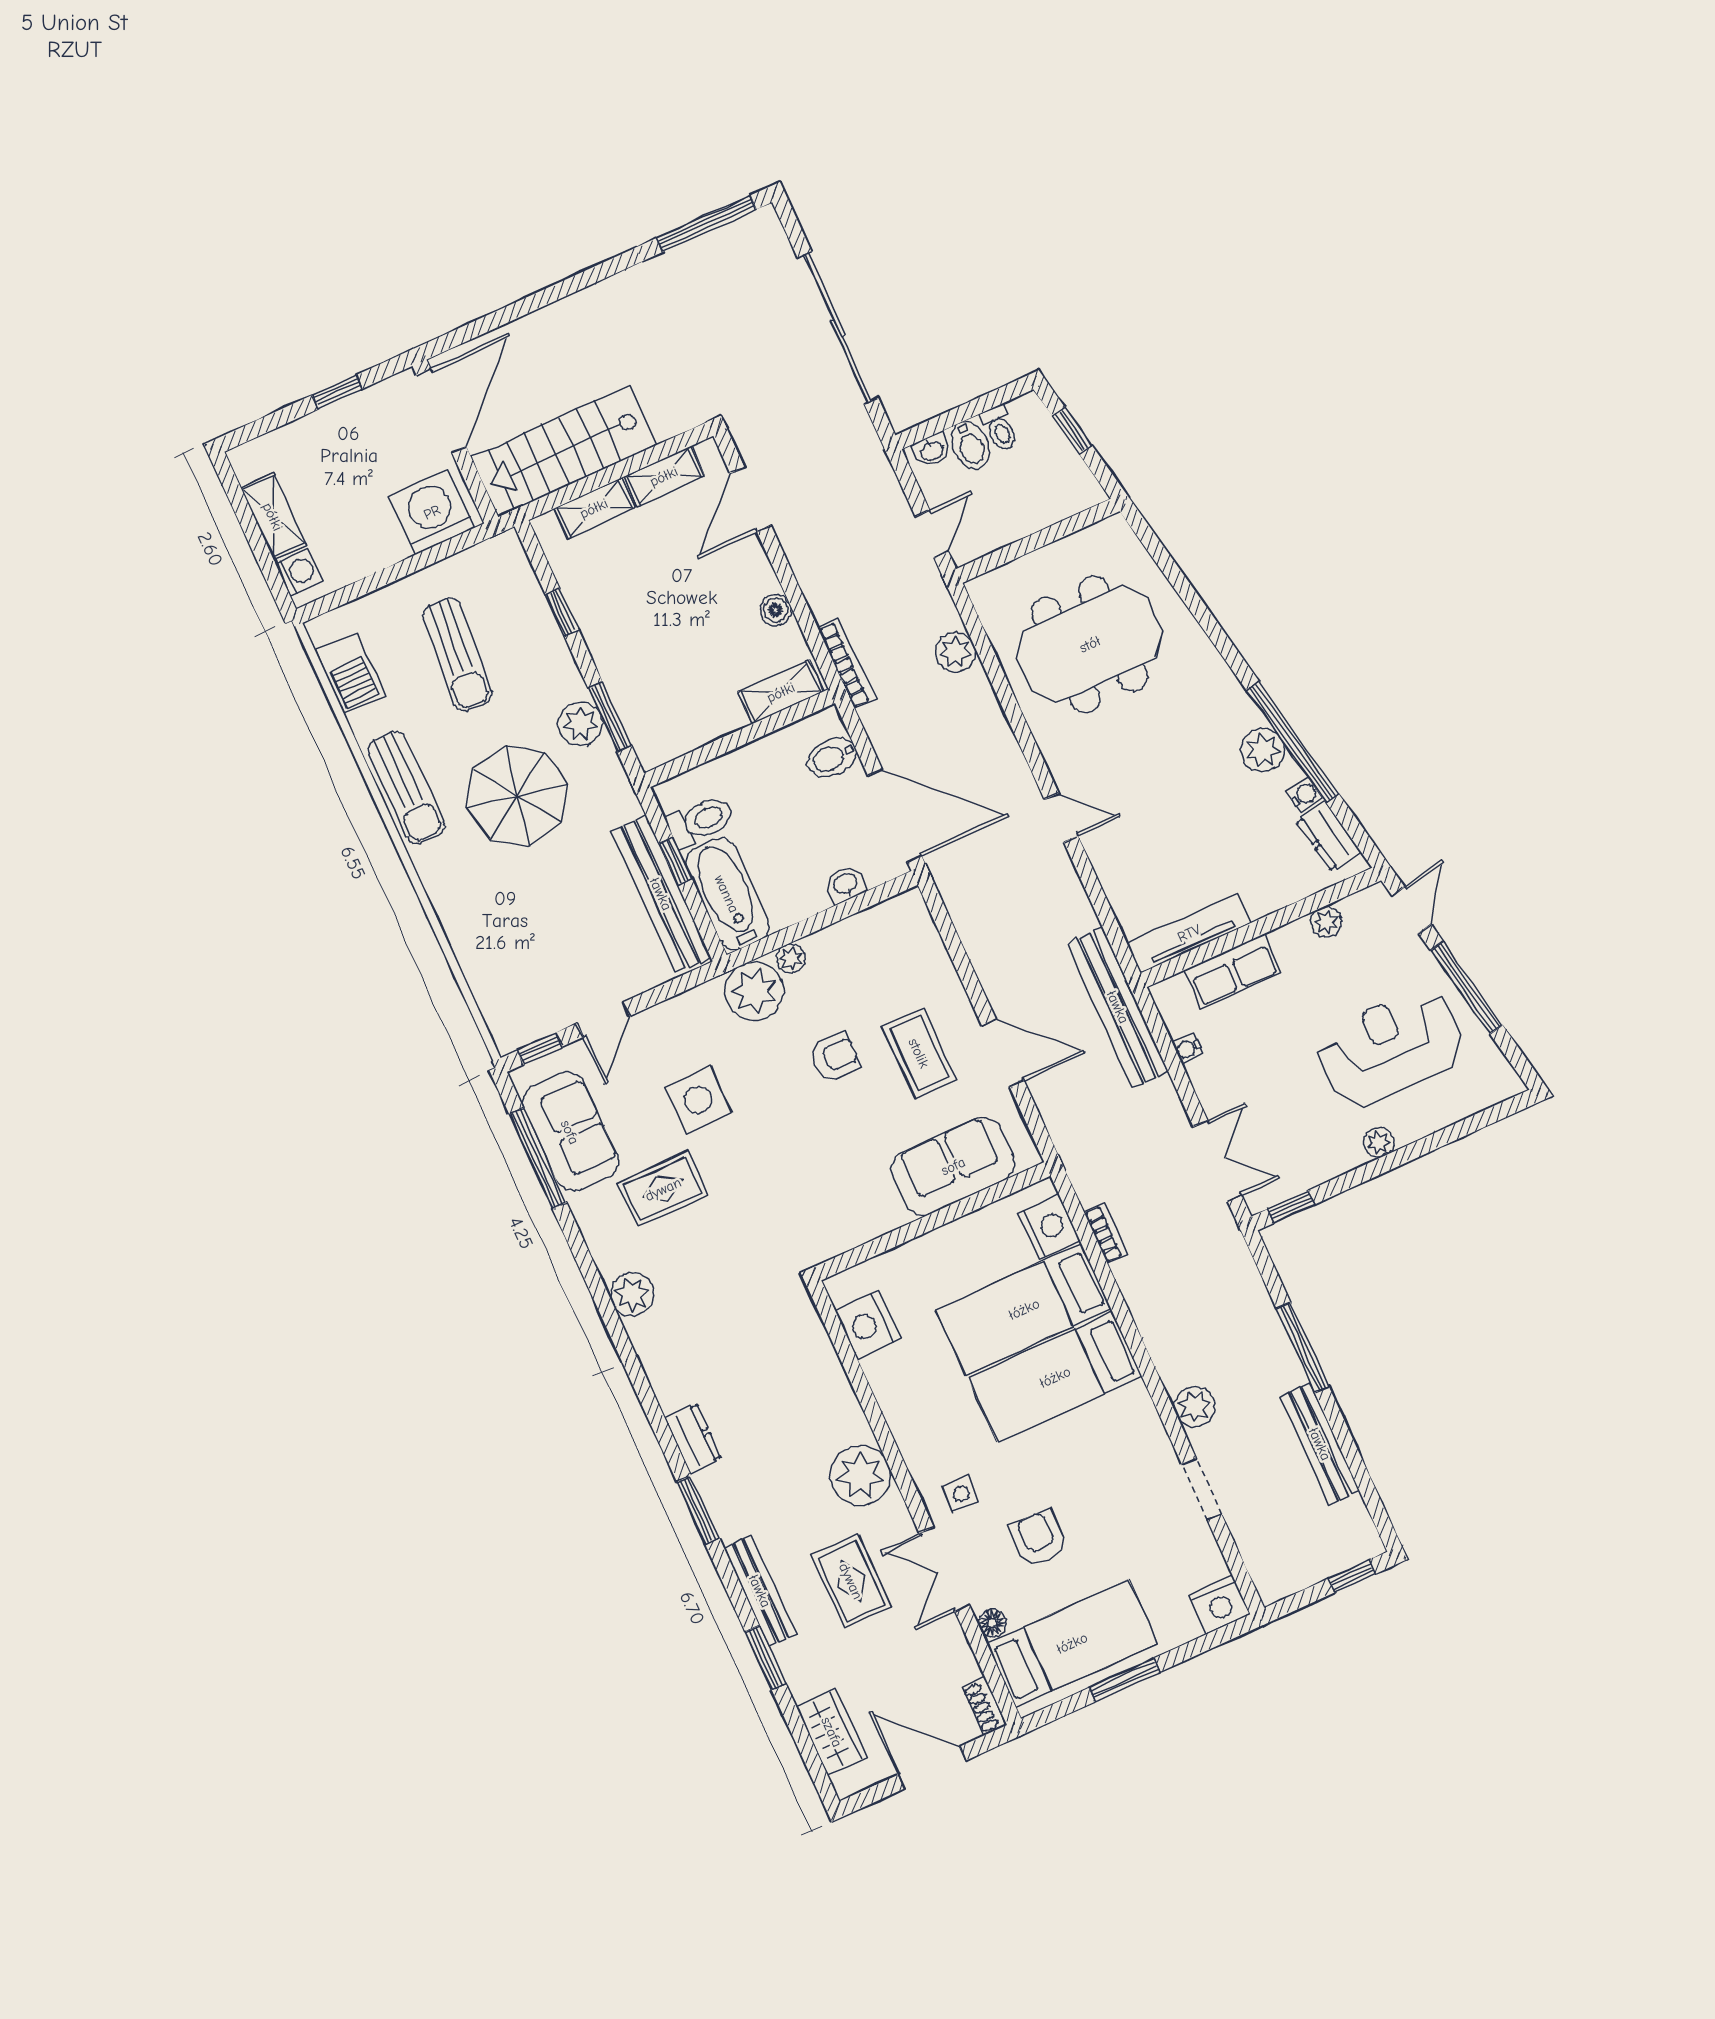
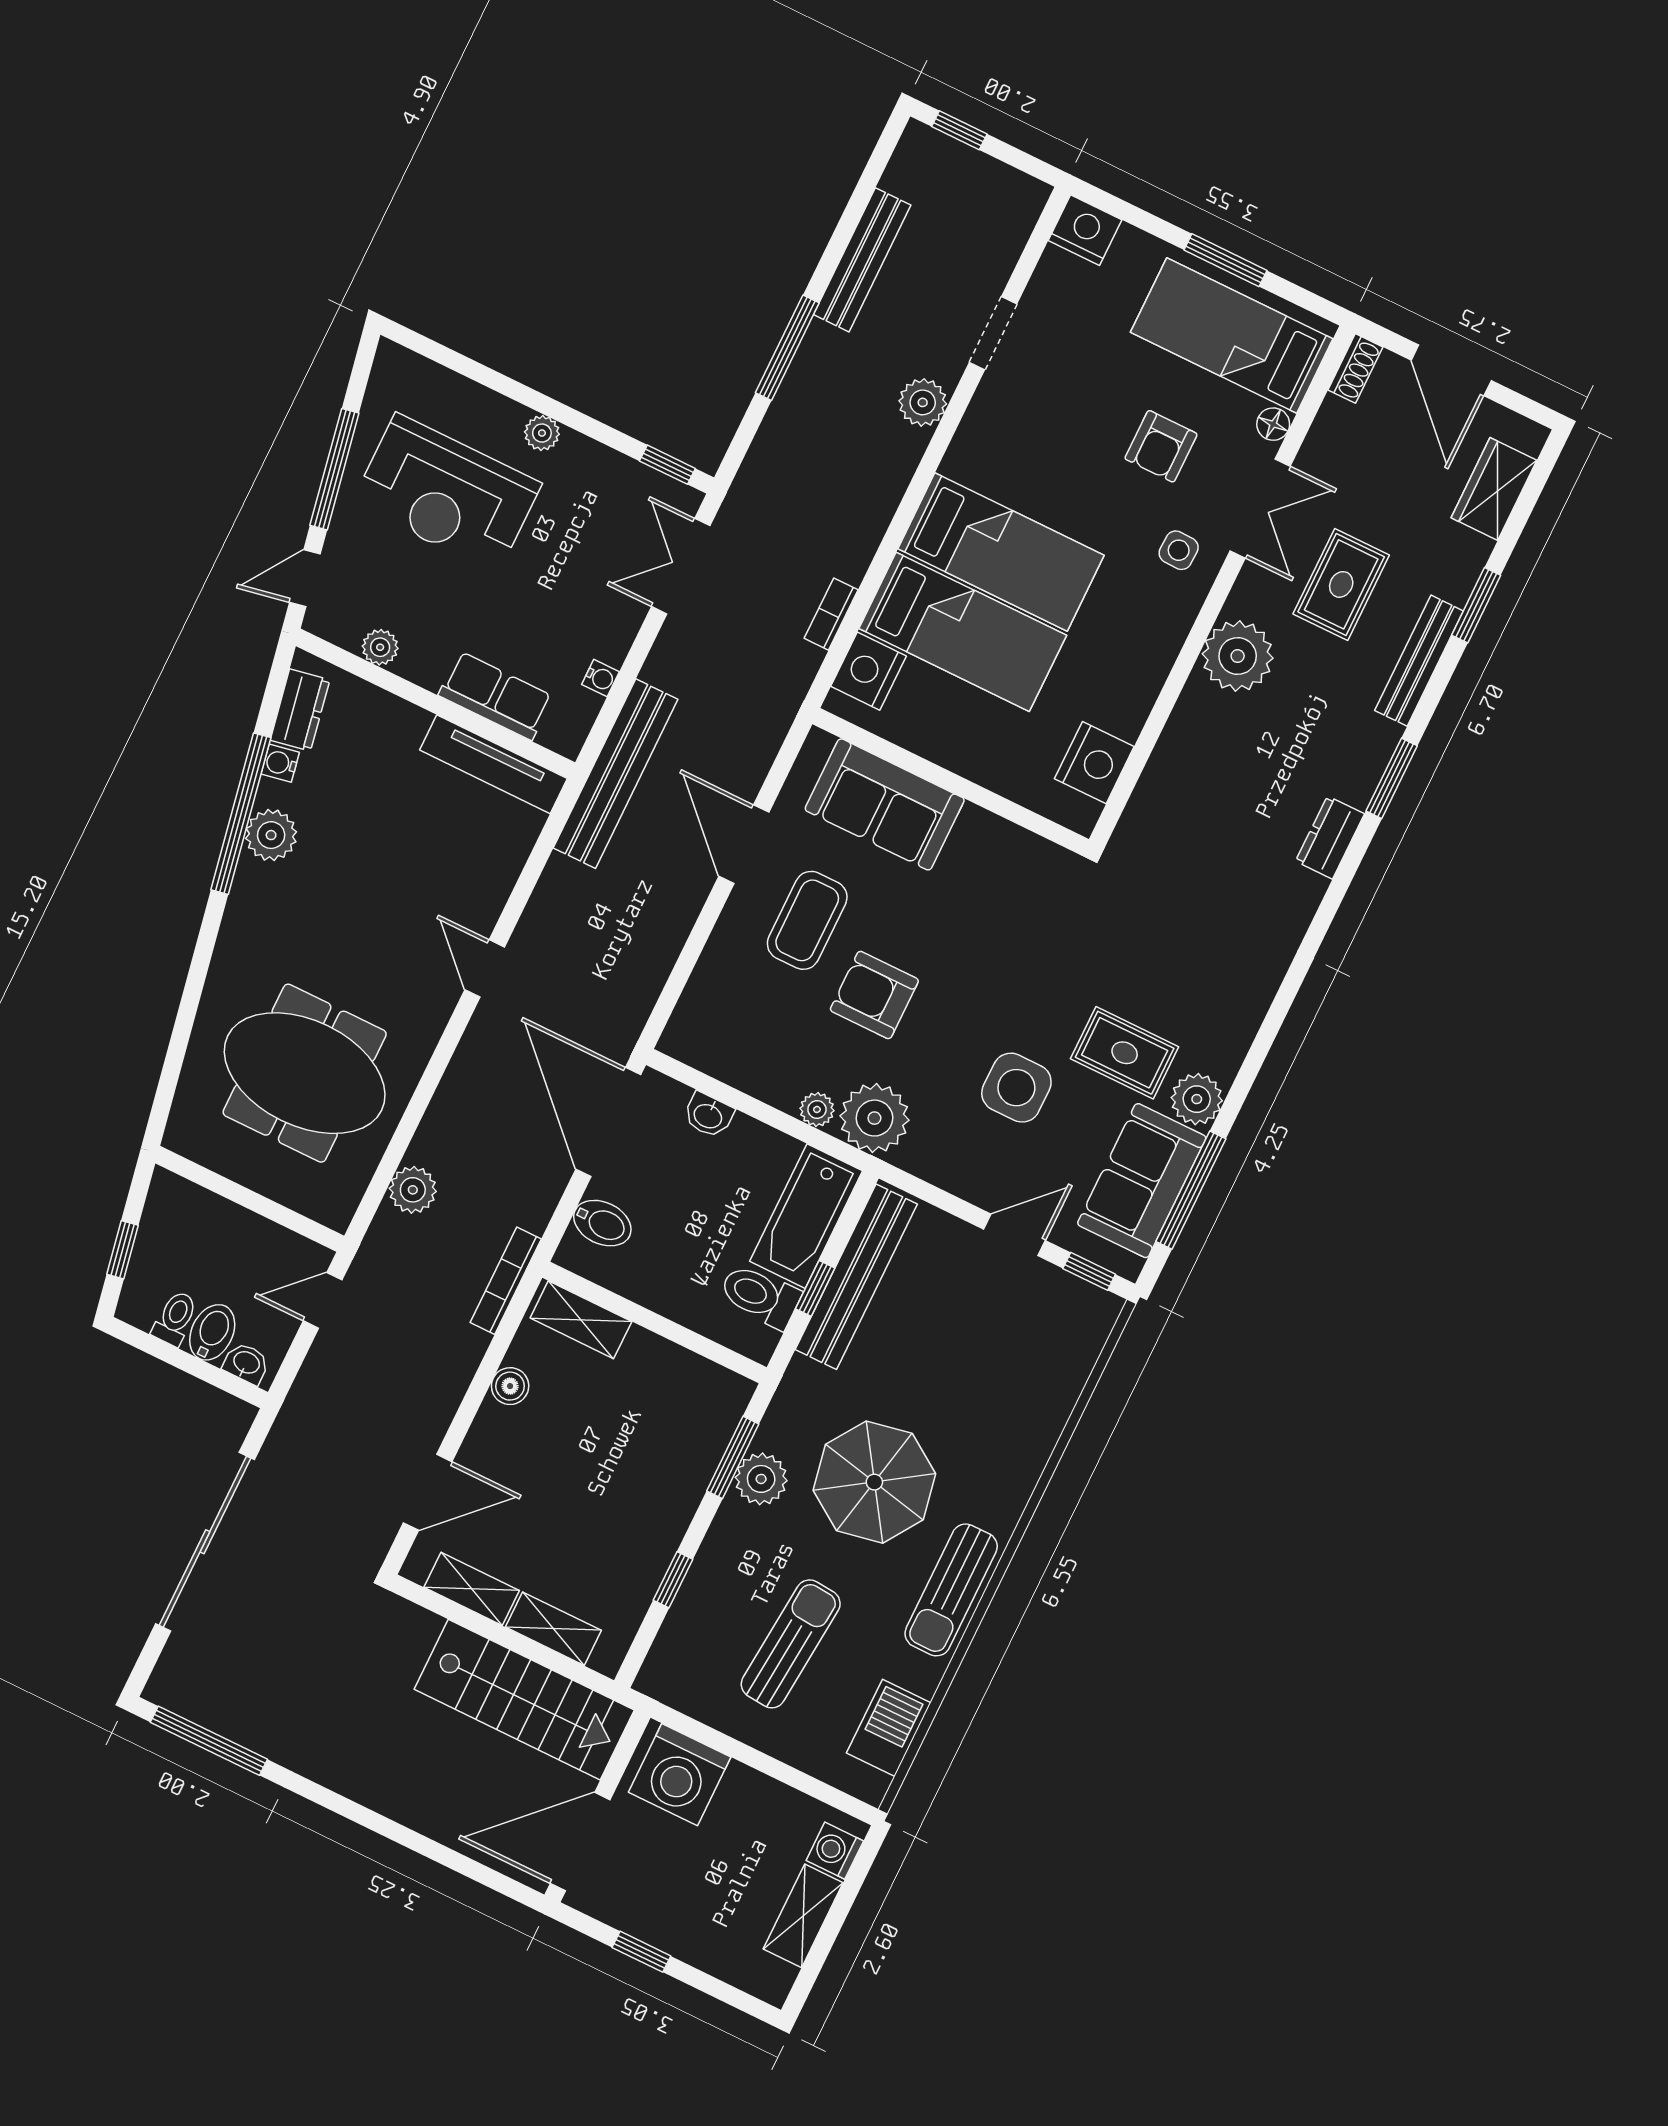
sun lounger: (406, 788) -> (951, 1590), turned 180
armchair: (835, 1057) -> (874, 995), width x1.38, depth x1.38
plant: (632, 1294) -> (1197, 1099), moved

